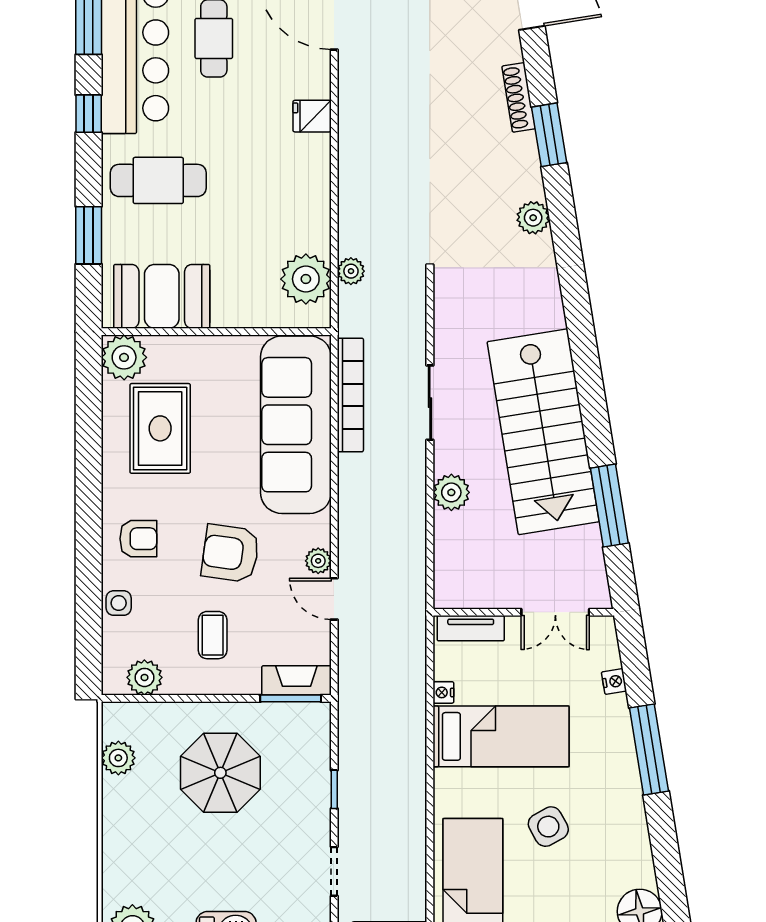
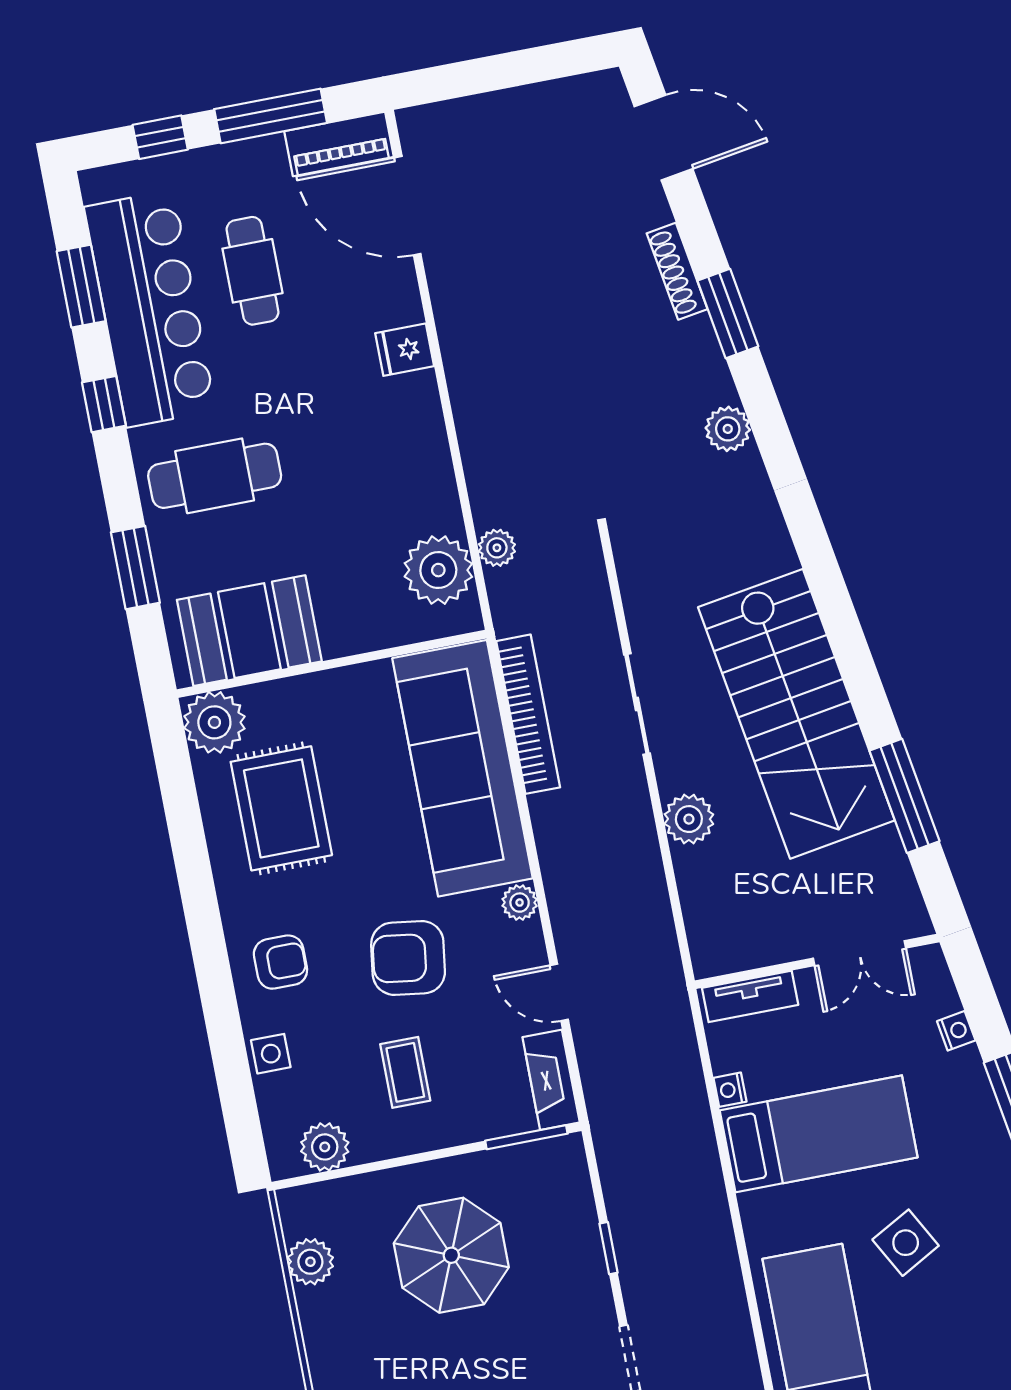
plant: (318, 561) -> (520, 903), moved
fireplace: (296, 680) -> (551, 1080), moved, turned -90

